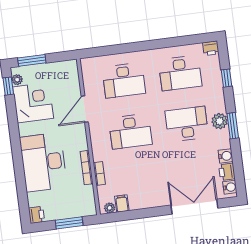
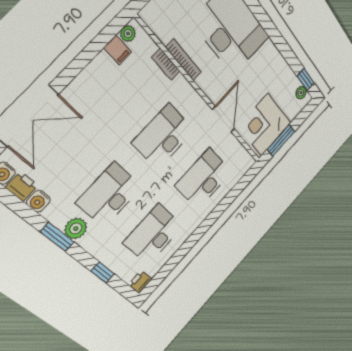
window: (32, 60) -> (281, 140), moved
corner desk: (33, 103) -> (265, 125), moved, turned 90
desk: (187, 124) -> (109, 195), turned 180

